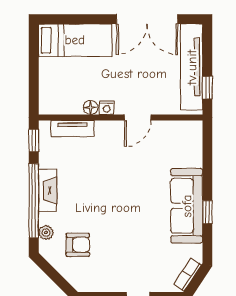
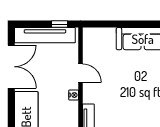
floor lamp: (91, 107) -> (73, 106), removed
window: (207, 212) -> (147, 24), removed

